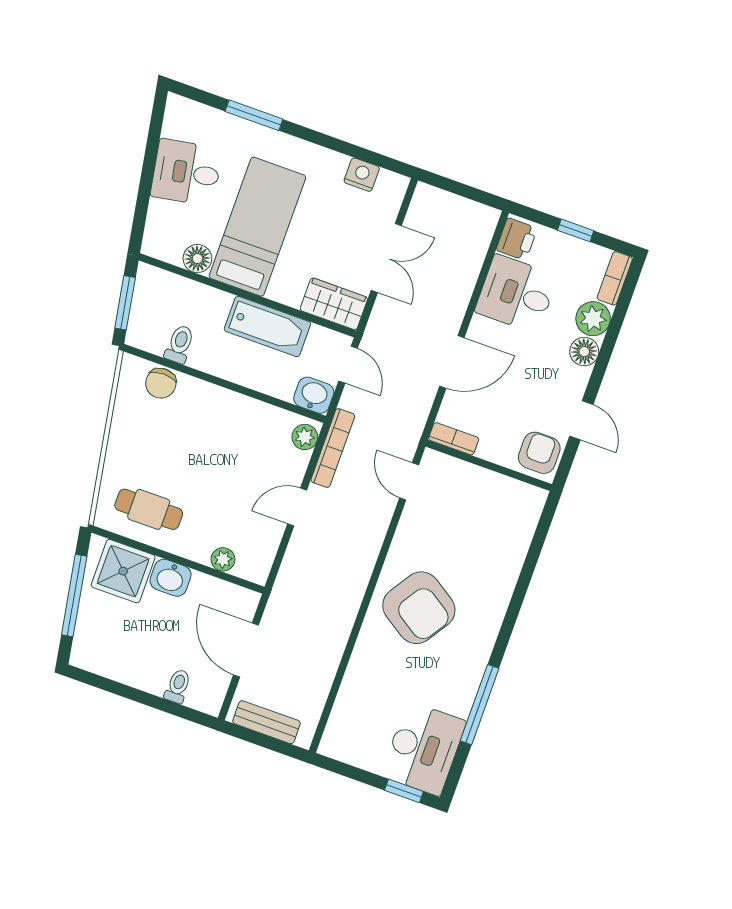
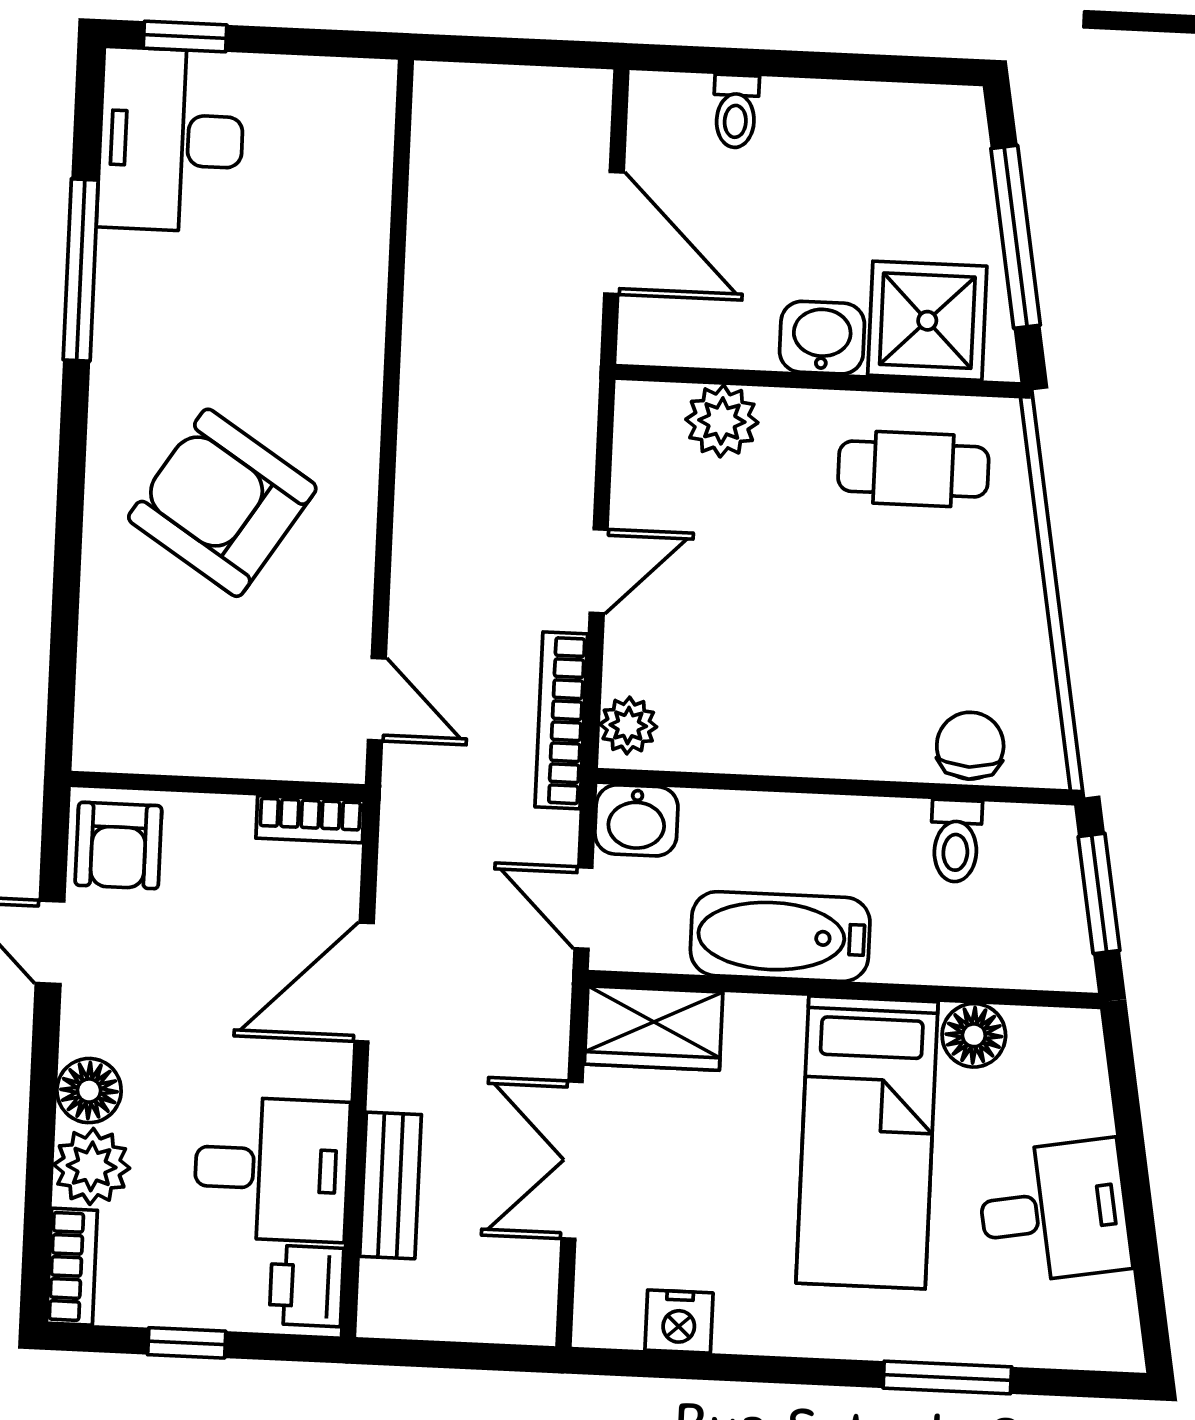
plant: (223, 559) -> (722, 421), width x1.38, depth x1.38
armchair: (419, 608) -> (222, 503), moved
bench: (267, 722) -> (391, 1185), moved, turned 90

